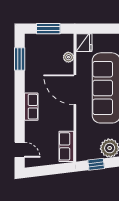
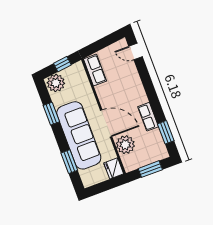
plant: (68, 57) -> (125, 145), width x1.88, depth x1.88
row of seats: (31, 107) -> (148, 117), moved

